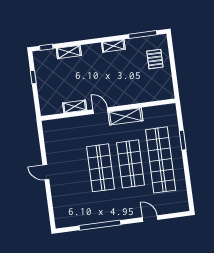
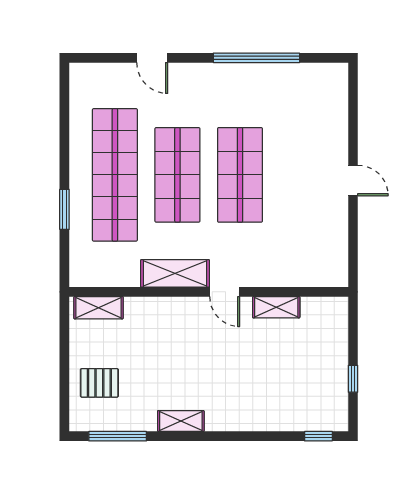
shelving: (69, 52) -> (99, 308), moved
pallet: (155, 59) -> (99, 383), turned 90

